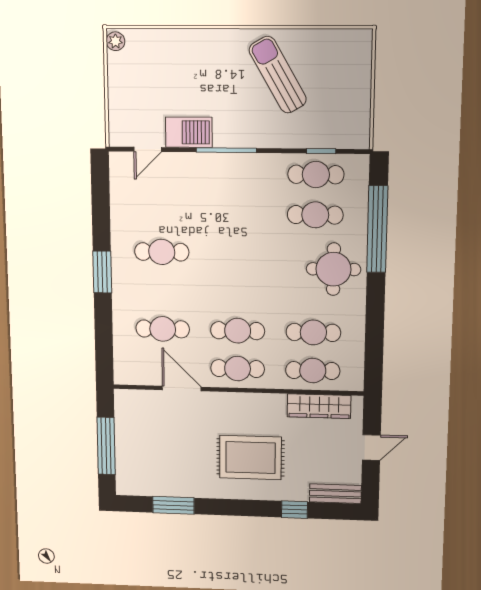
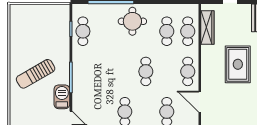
sun lounger: (278, 75) -> (36, 74), moved
cafe table: (315, 215) -> (104, 31), removed
cafe table: (238, 331) -> (146, 71), moved
door: (182, 389) -> (200, 102), hinge flipped

